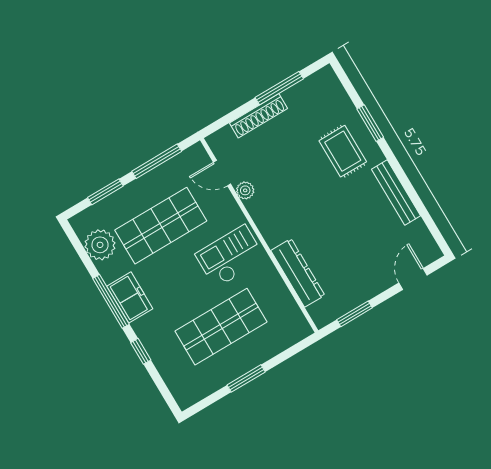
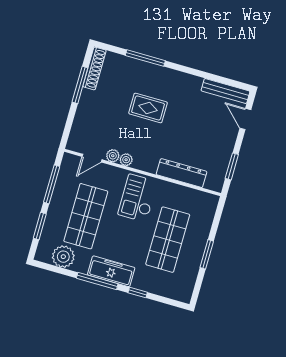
shoe rack: (259, 116) -> (94, 68), moved
window: (370, 123) -> (145, 58), width x1.44
rug: (343, 151) -> (148, 108), moved
bench: (396, 193) -> (225, 91), moved
plant: (255, 207) -> (126, 160), added
freezer: (130, 297) -> (111, 271), width x1.40

